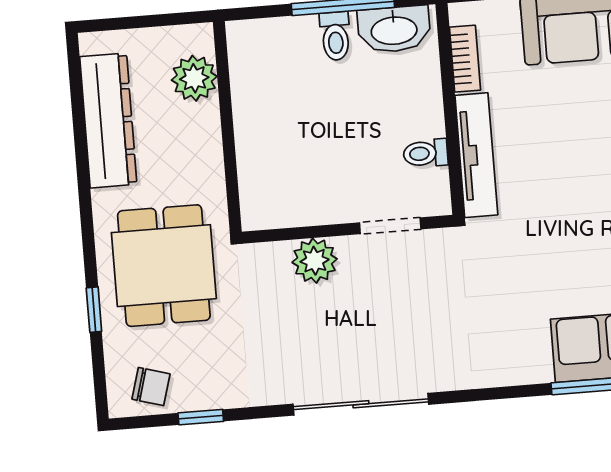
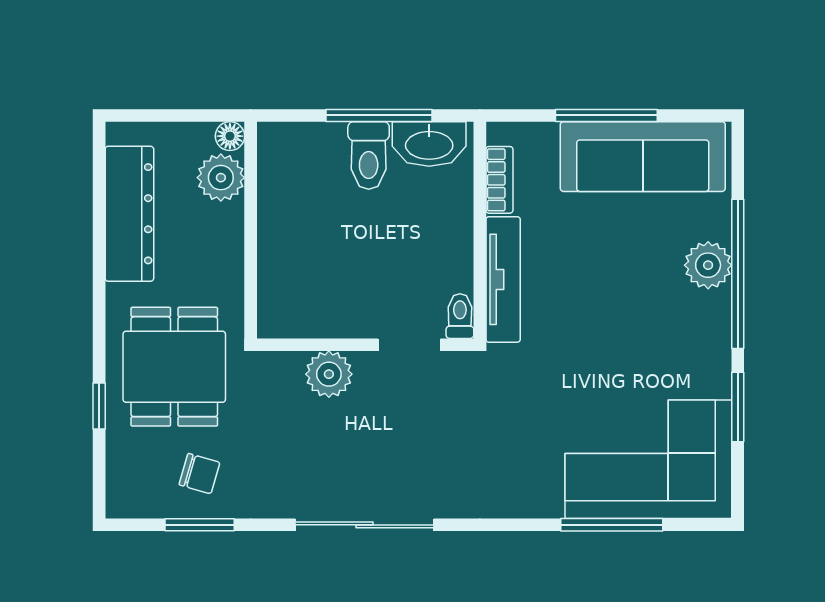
toilet: (335, 36) -> (369, 156), width x1.37, depth x1.39
floor lamp: (200, 37) -> (230, 136), added
toilet: (426, 153) -> (460, 316), moved, turned 90
chair: (151, 387) -> (199, 474), moved
window: (201, 417) -> (200, 525), width x1.50

